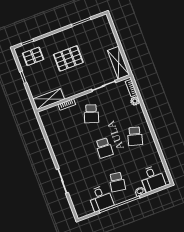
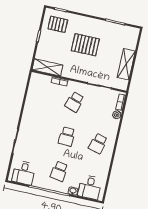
shelving: (119, 63) -> (126, 64), moved
desk: (101, 198) -> (24, 173), moved

